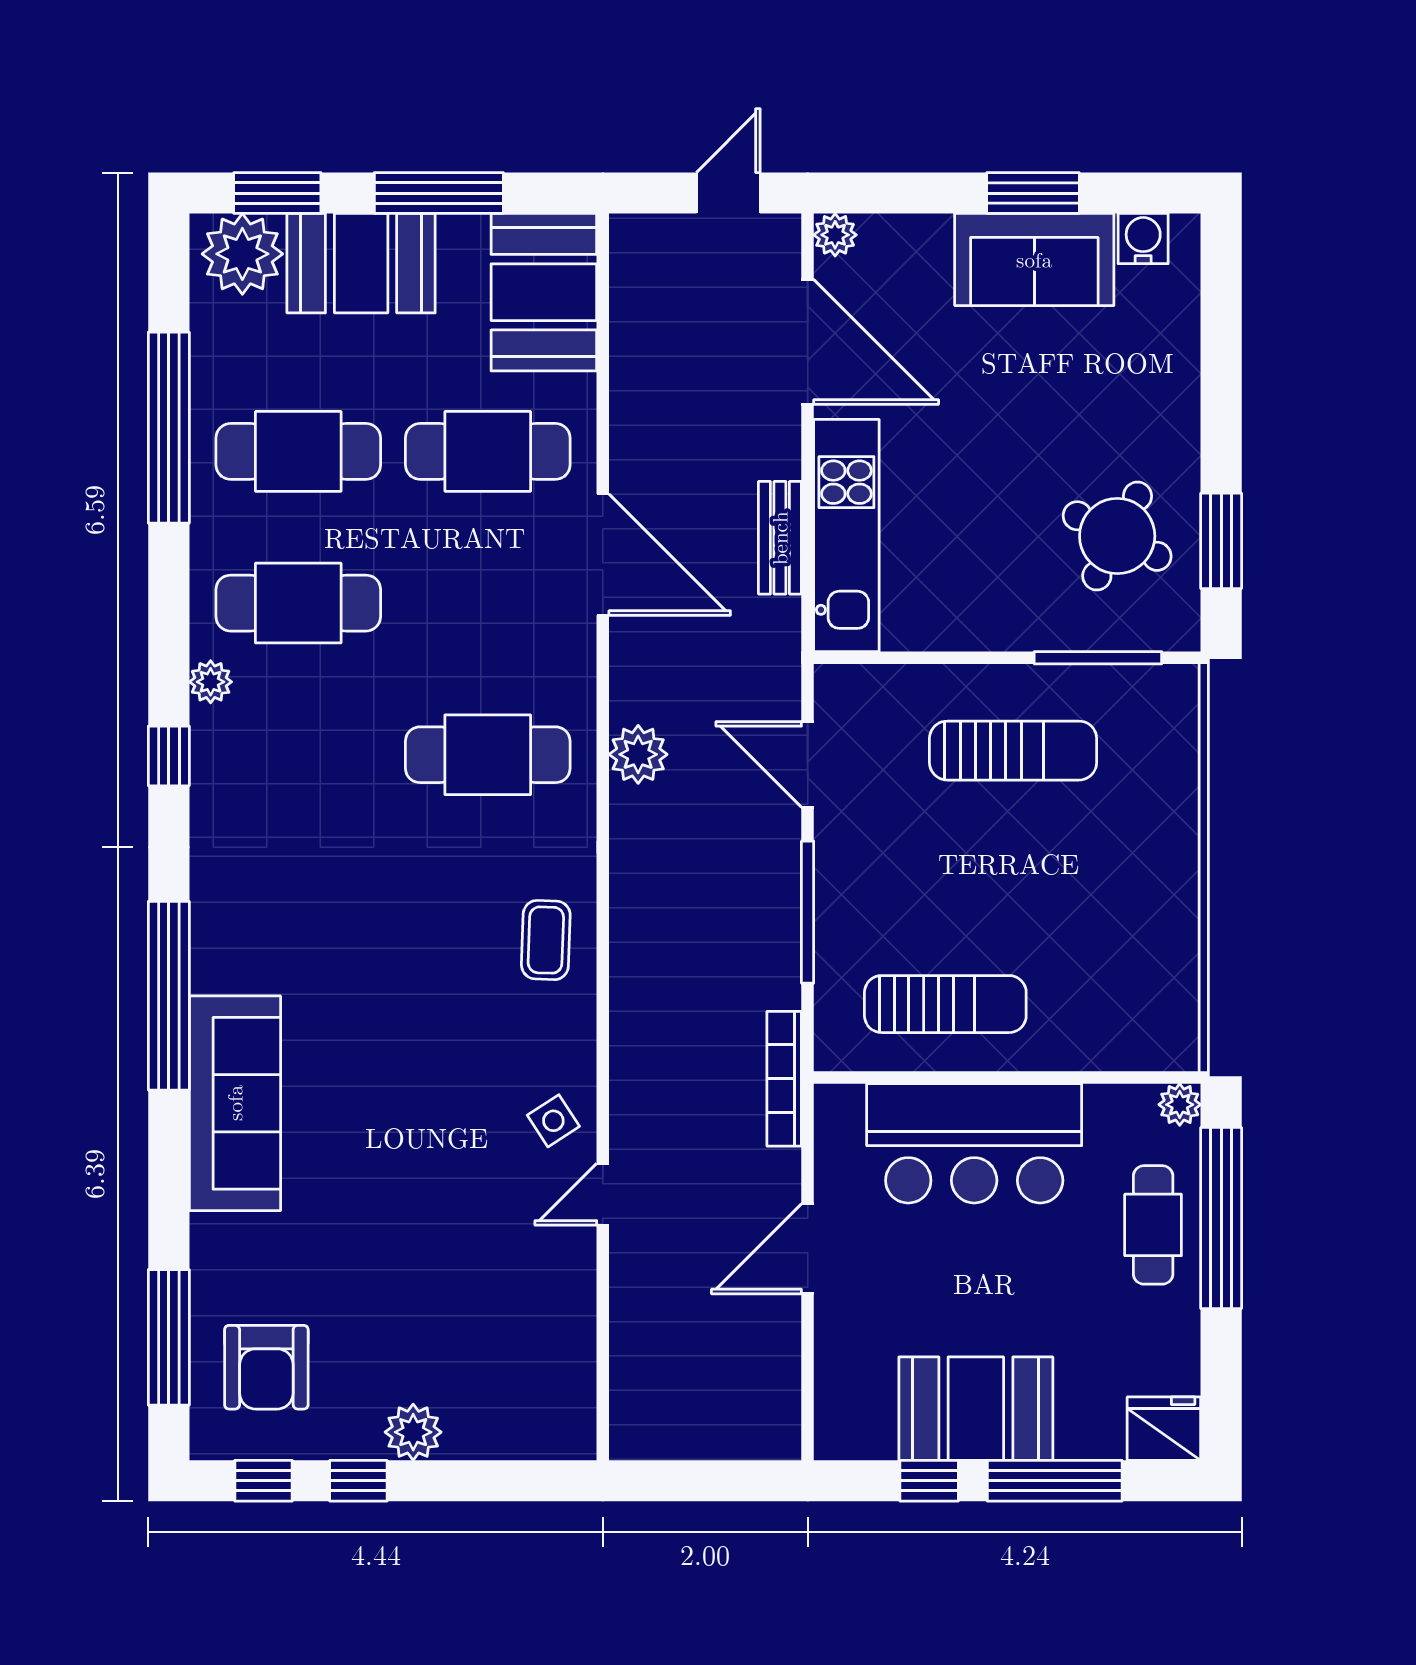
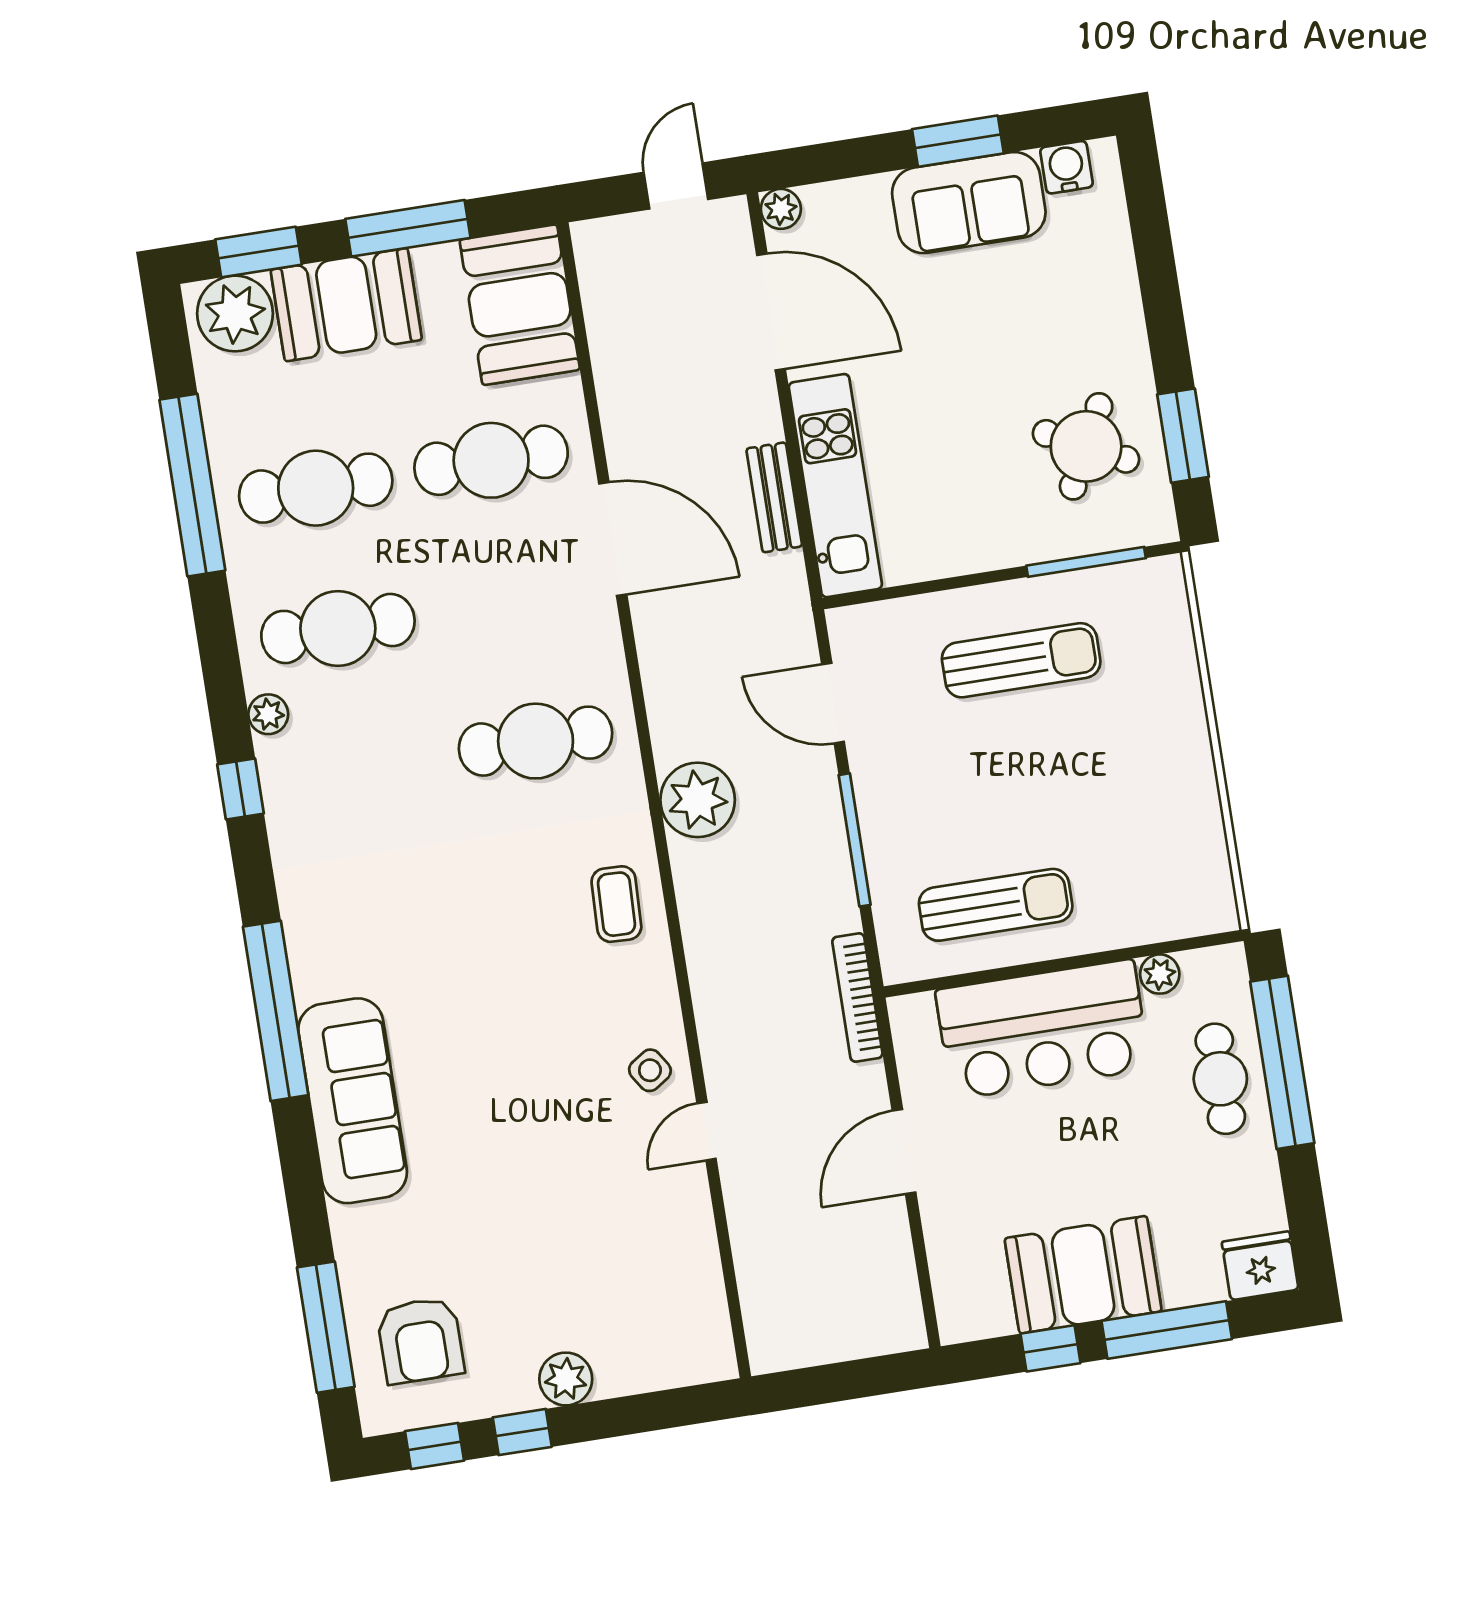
plant: (638, 754) -> (698, 800), moved, width x1.36, depth x1.36
plant: (1180, 1105) -> (1160, 974), moved

